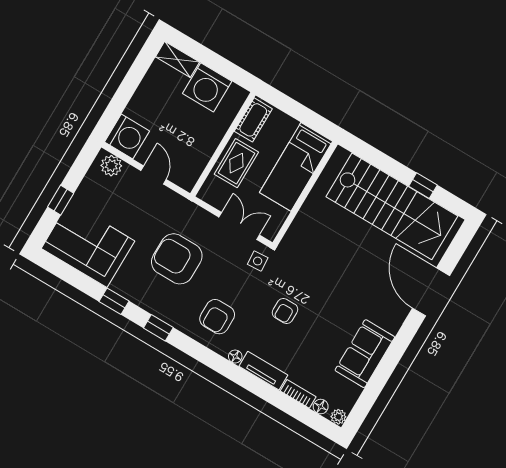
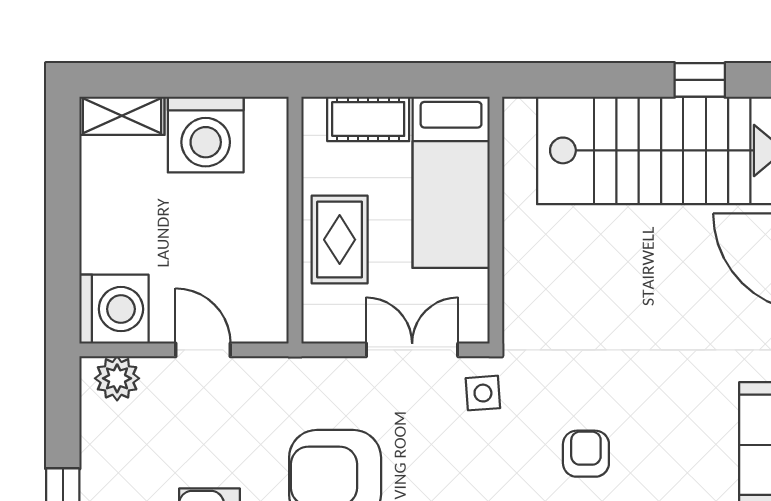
cot: (253, 120) -> (368, 119), moved, turned 90
armchair: (285, 311) -> (586, 454), turned 180

